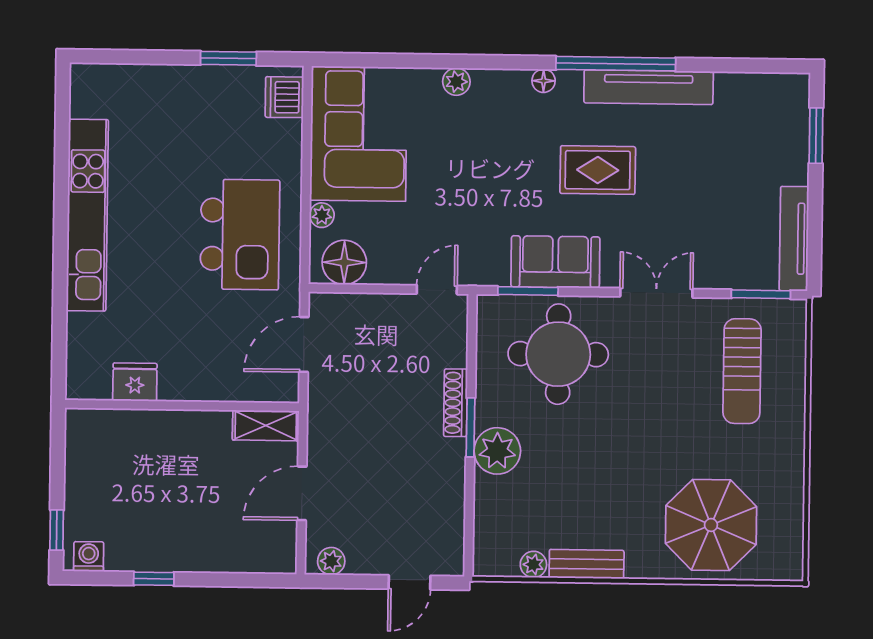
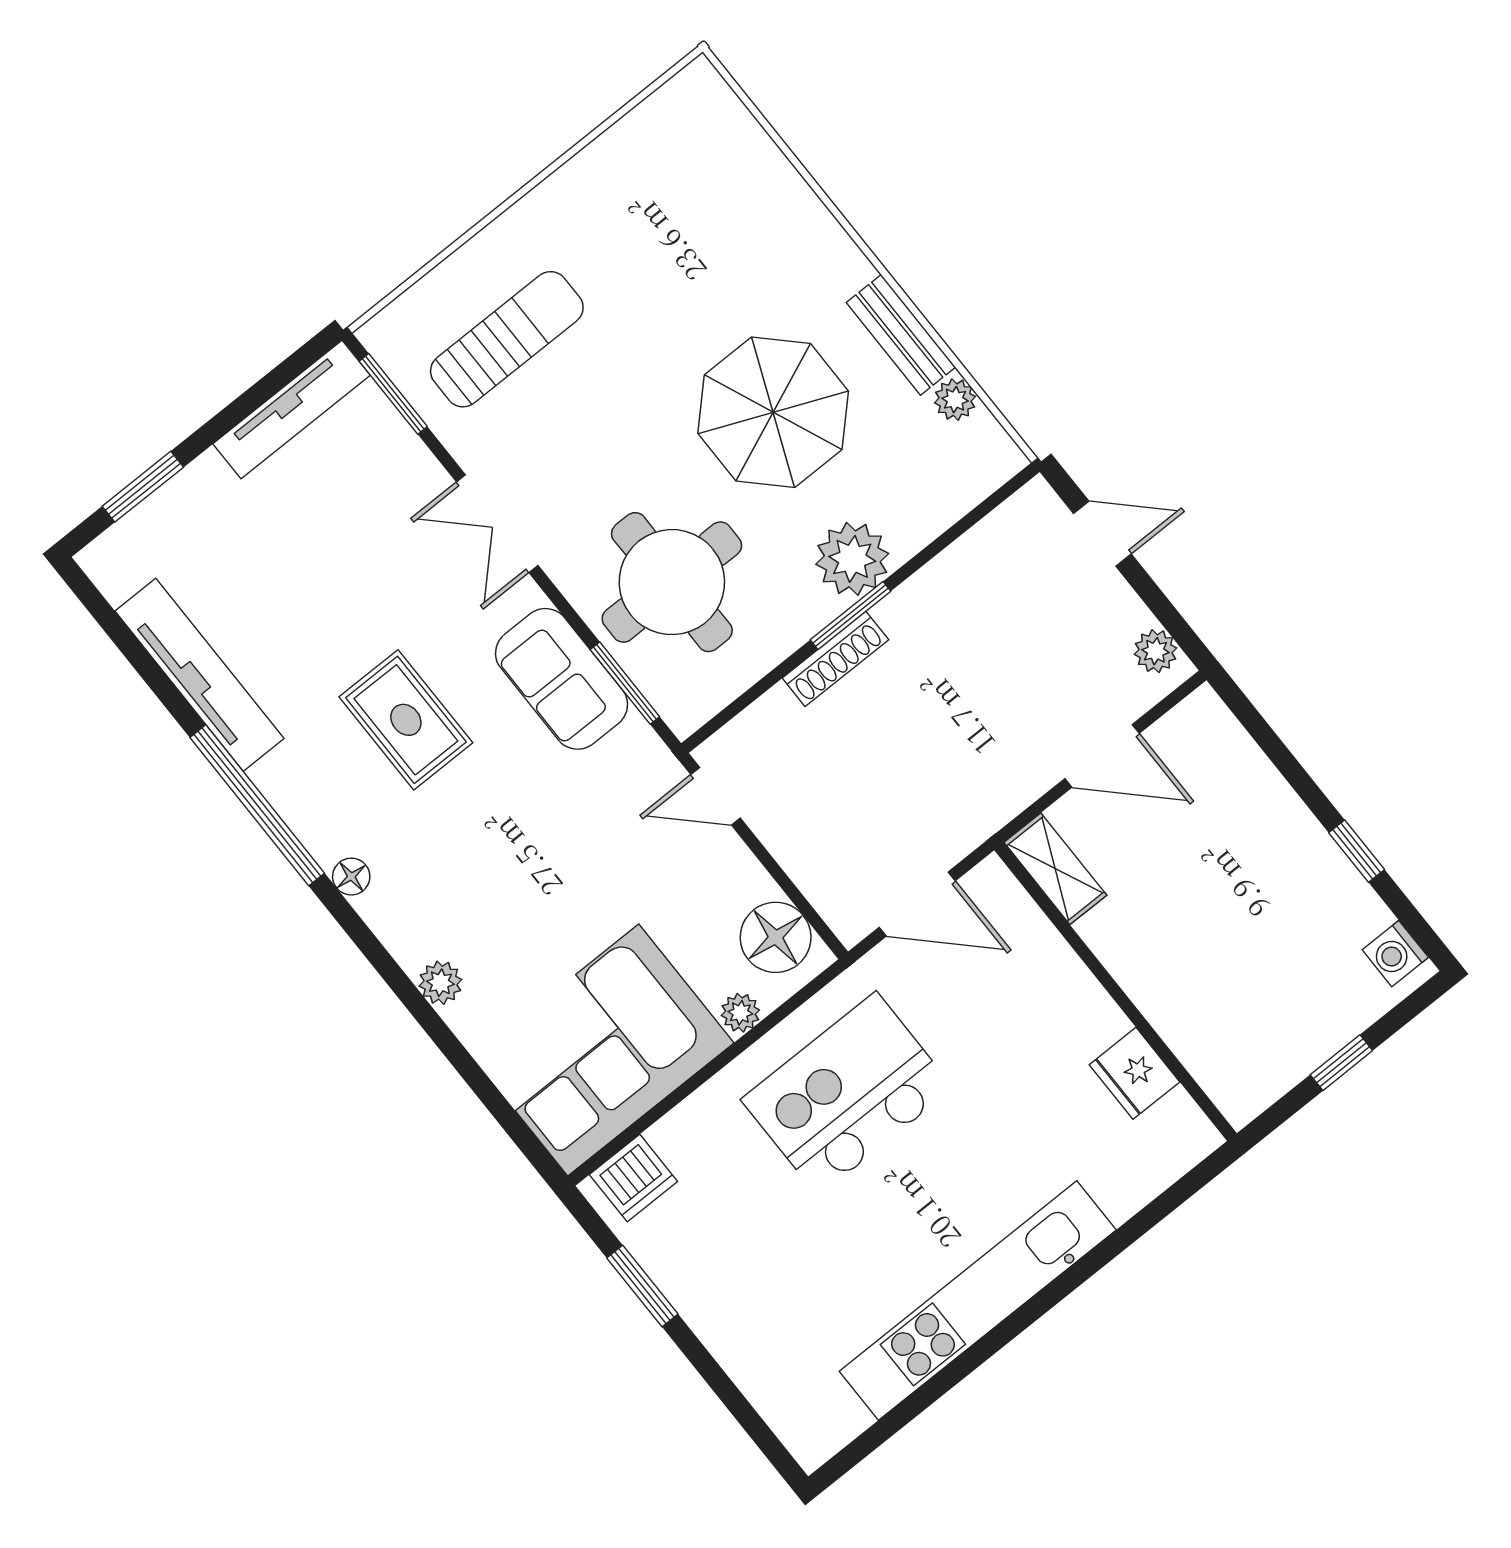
tv unit: (649, 87) -> (199, 675), moved
parasol: (711, 525) -> (773, 412), moved
window: (57, 530) -> (1341, 1063), moved

